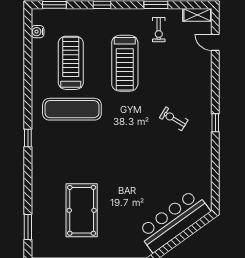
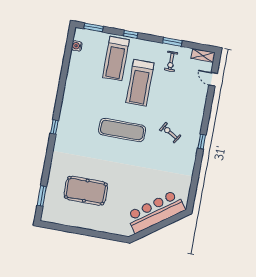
treadmill: (71, 63) -> (116, 58), moved, turned 180
exercise mat: (72, 109) -> (122, 130), moved
pool table: (82, 210) -> (86, 191), turned 90

